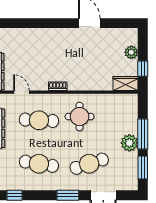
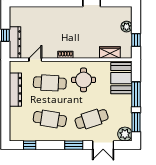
wardrobe: (126, 84) -> (110, 52), moved
door: (21, 92) -> (35, 60), hinge flipped
booth: (125, 114) -> (121, 78), added
plant: (129, 143) -> (125, 134), moved

